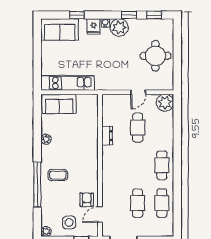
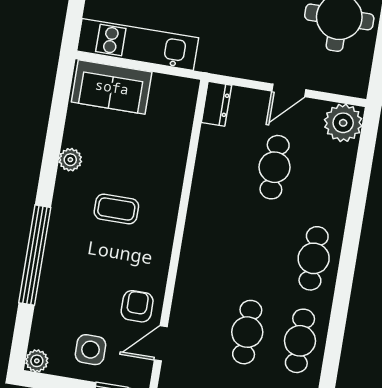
dresser: (107, 136) -> (216, 104), moved
coffee table: (58, 175) -> (116, 209), moved

